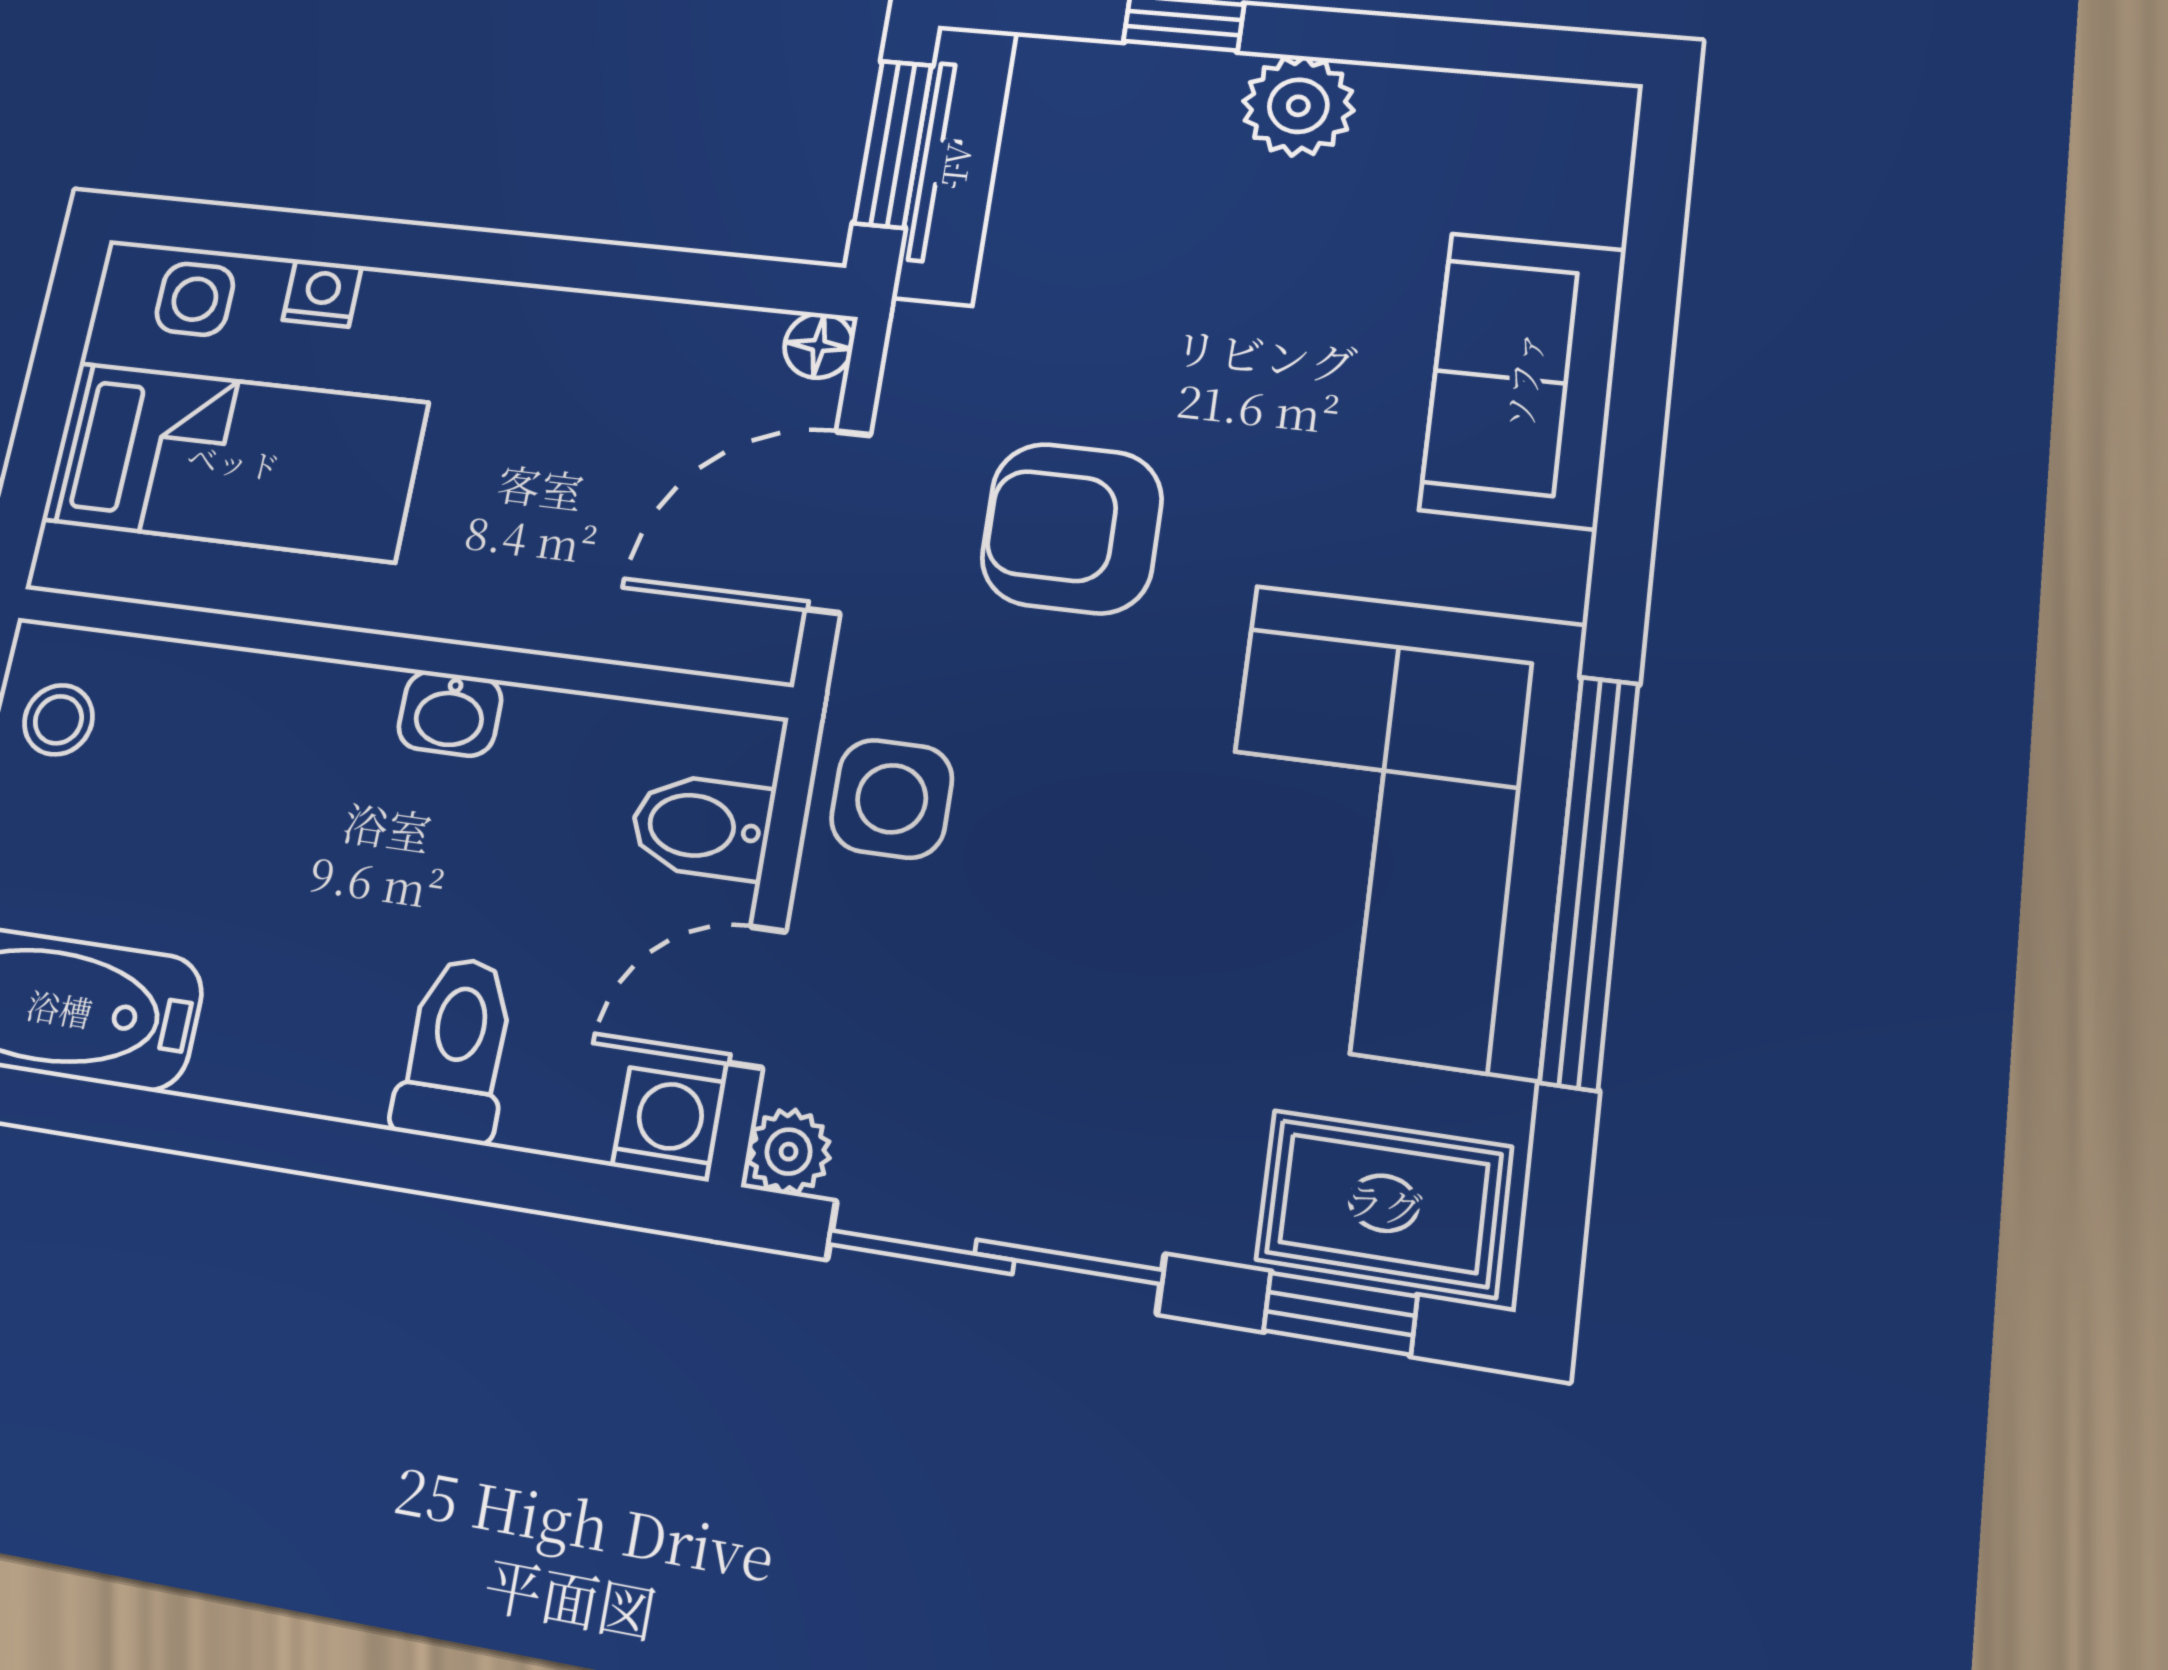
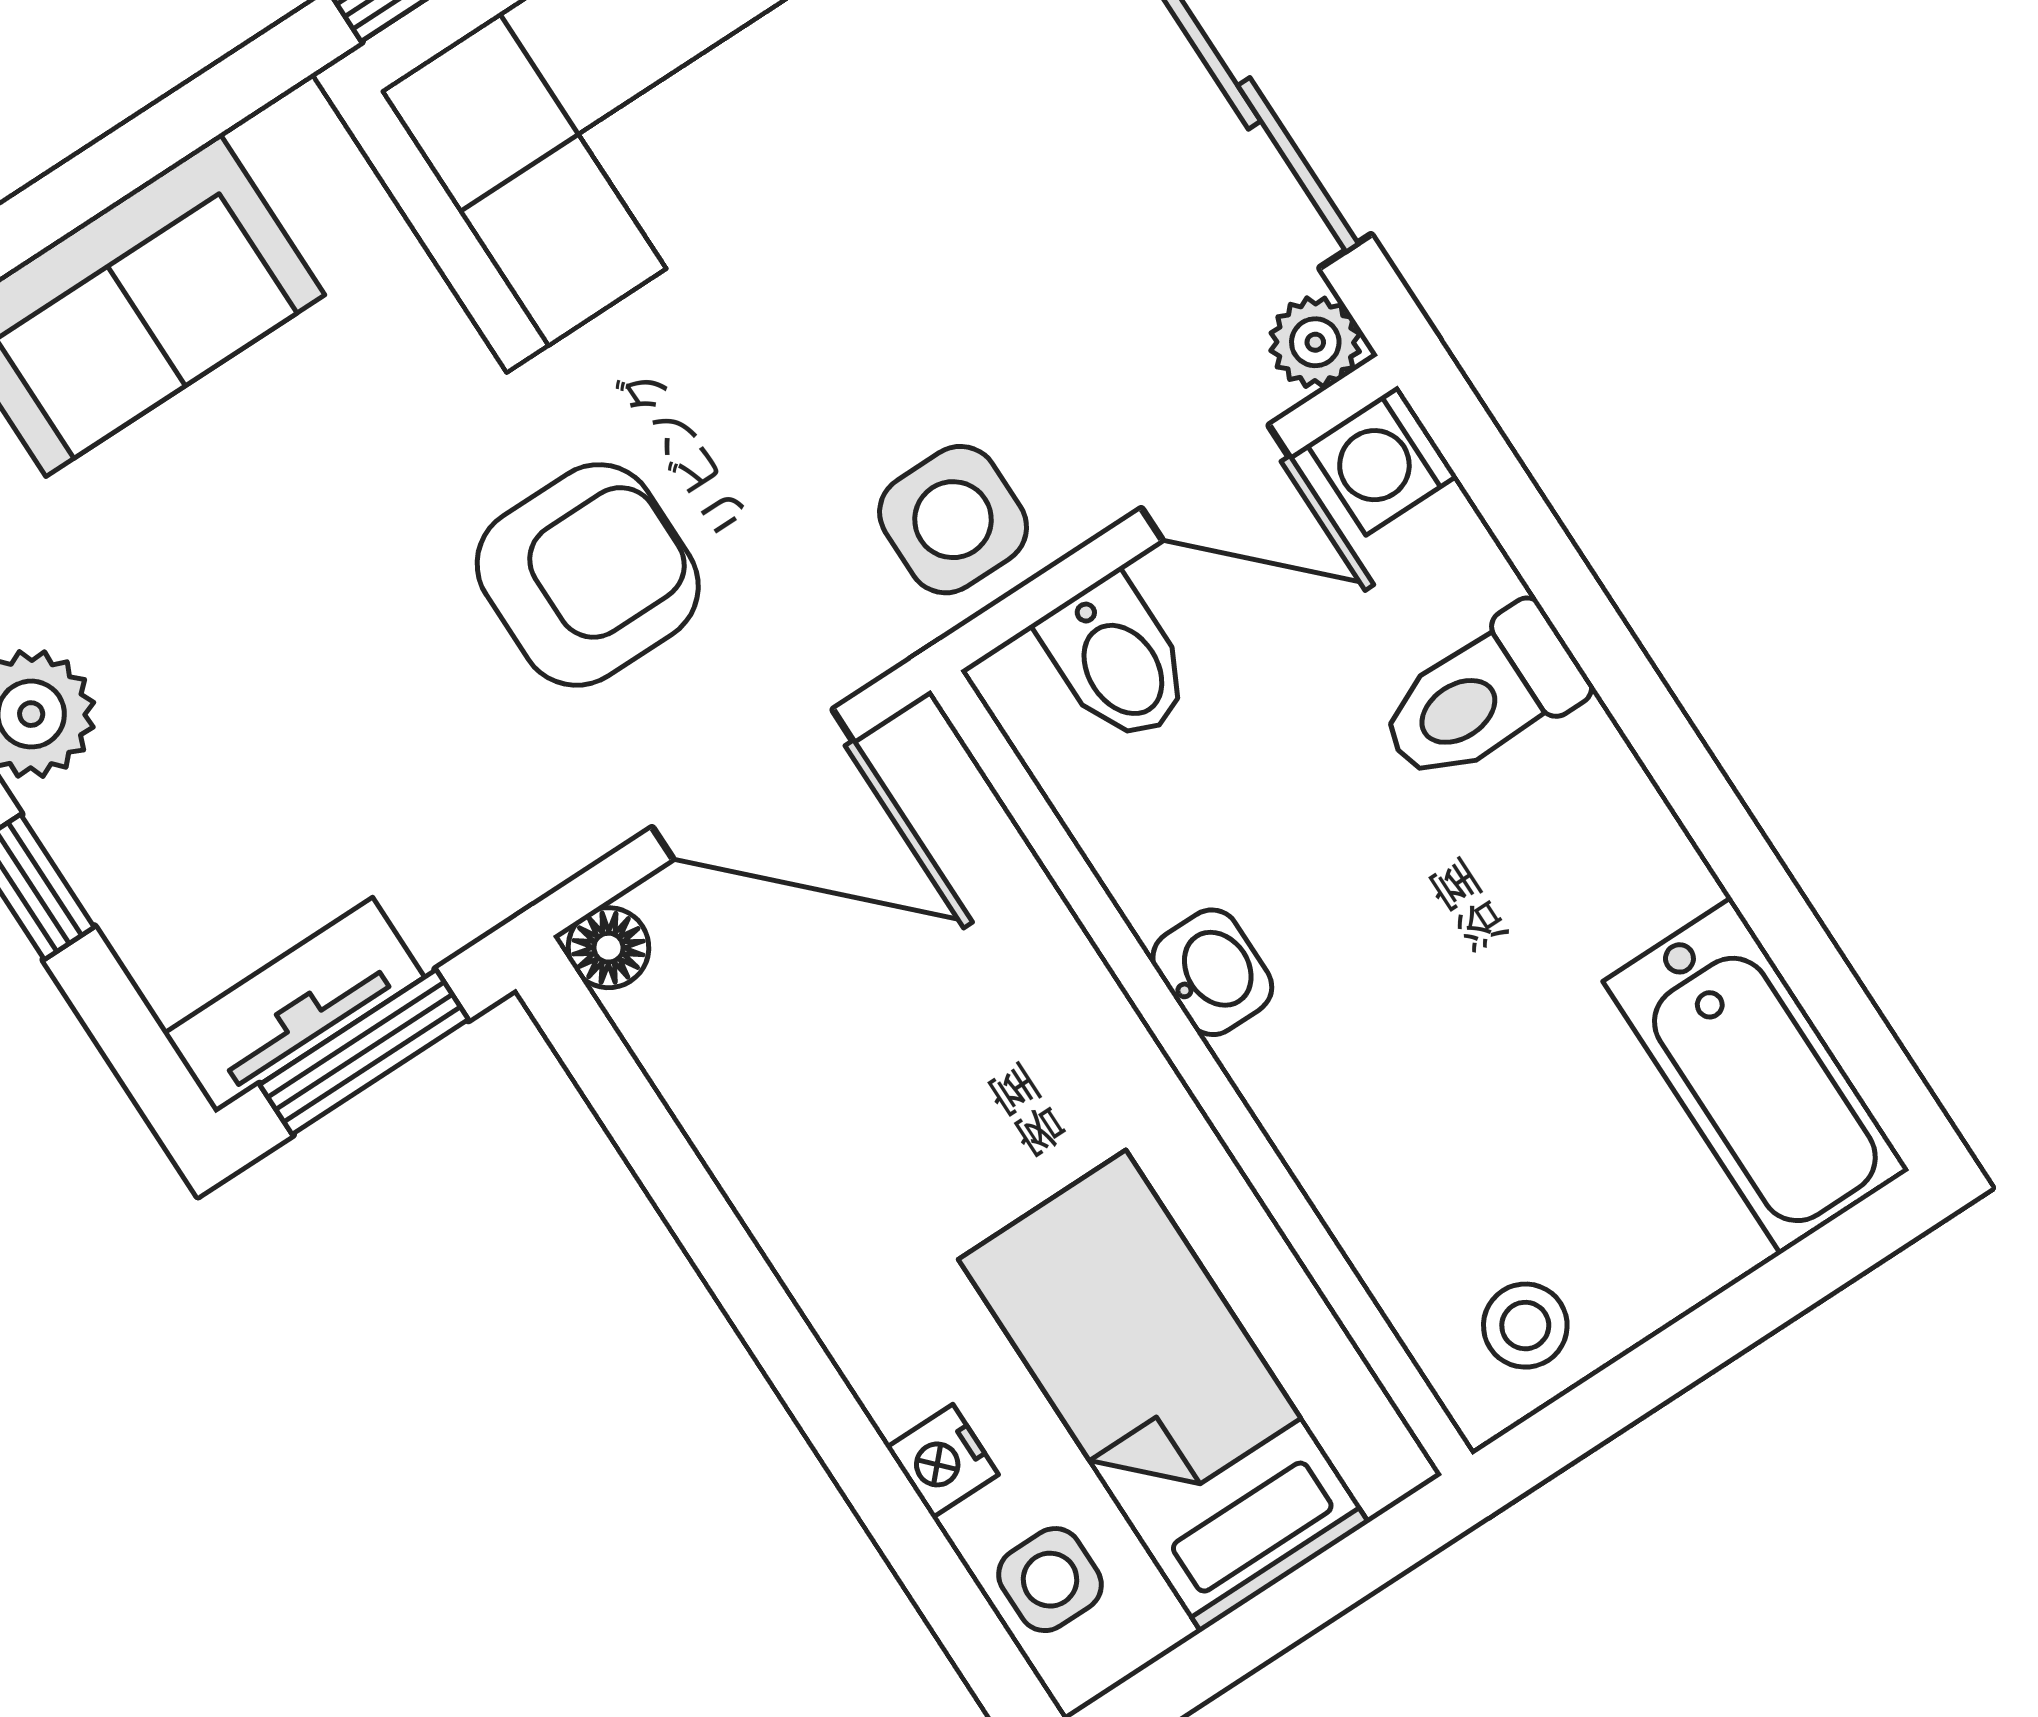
tv unit: (955, 164) -> (294, 1005), width x0.71
armchair: (1072, 528) -> (588, 575), turned -90

